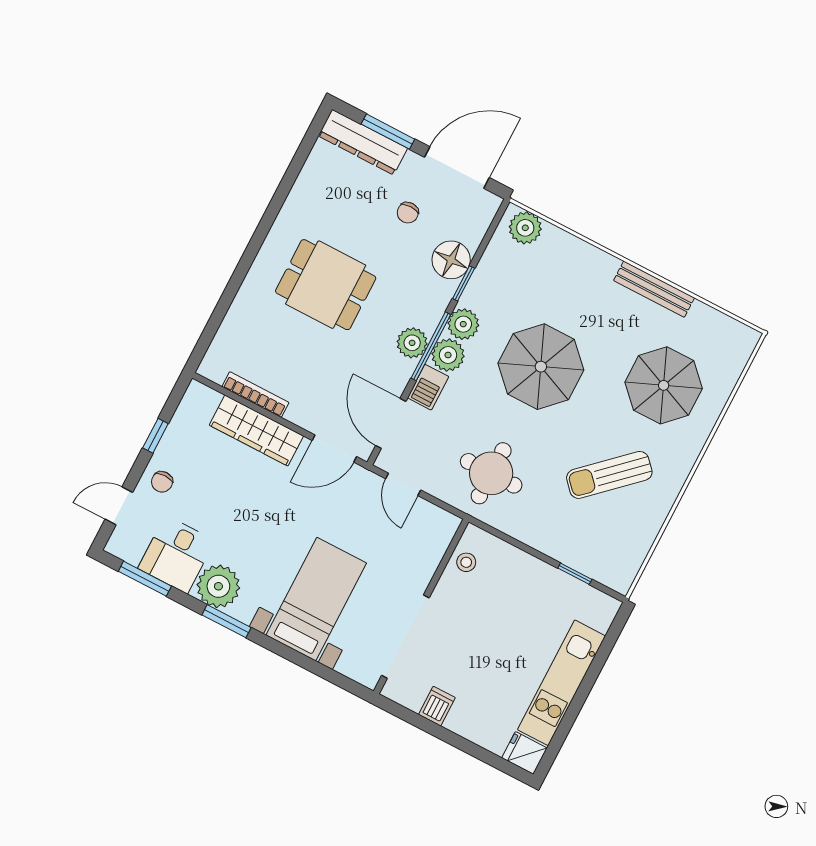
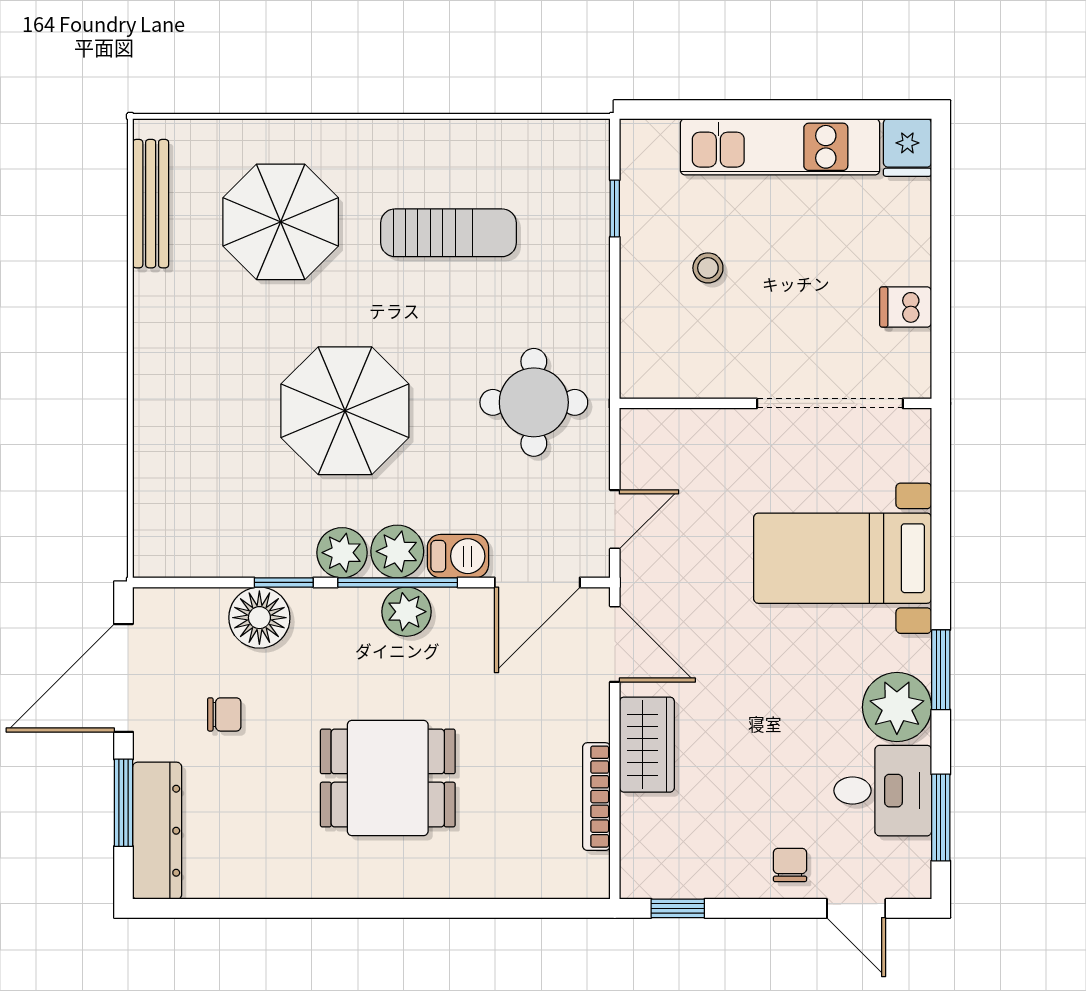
door: (457, 167) -> (124, 678), hinge flipped
plant: (525, 228) -> (159, 536), removed
dining table: (326, 285) -> (388, 778), turned 90
bench: (654, 289) -> (151, 204), moved
wardrobe: (256, 431) -> (647, 745), width x0.67
window: (155, 436) -> (678, 908), moved
sun lounger: (609, 475) -> (448, 233), turned -47
chair: (162, 482) -> (790, 865), turned -90
stool: (466, 562) -> (708, 268), moved

